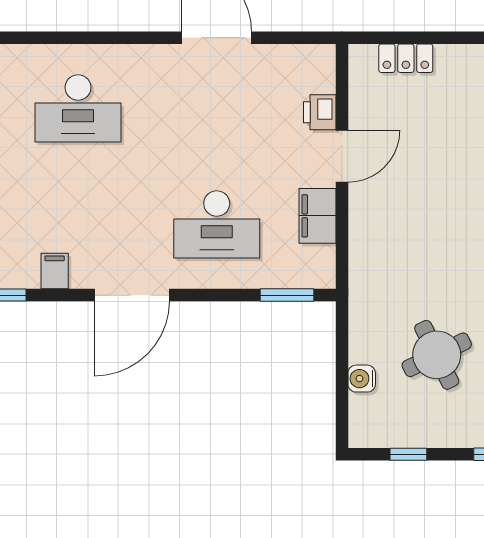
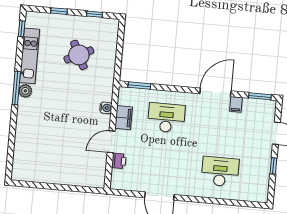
locker: (406, 58) -> (81, 180), removed
door: (132, 295) -> (215, 92), moved
water cooler: (362, 379) -> (106, 108), moved

